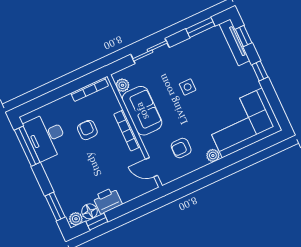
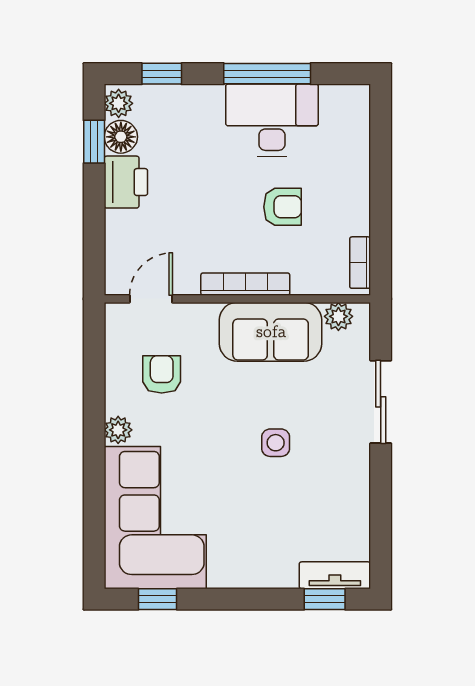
window: (200, 27) -> (381, 522), removed
tv unit: (234, 42) -> (335, 575), width x0.71
window: (260, 71) -> (158, 599), moved
bookcase: (90, 89) -> (360, 263), width x0.64
desk: (46, 136) -> (272, 120), moved
window: (27, 146) -> (267, 74), moved
window: (55, 206) -> (162, 74), width x0.67

